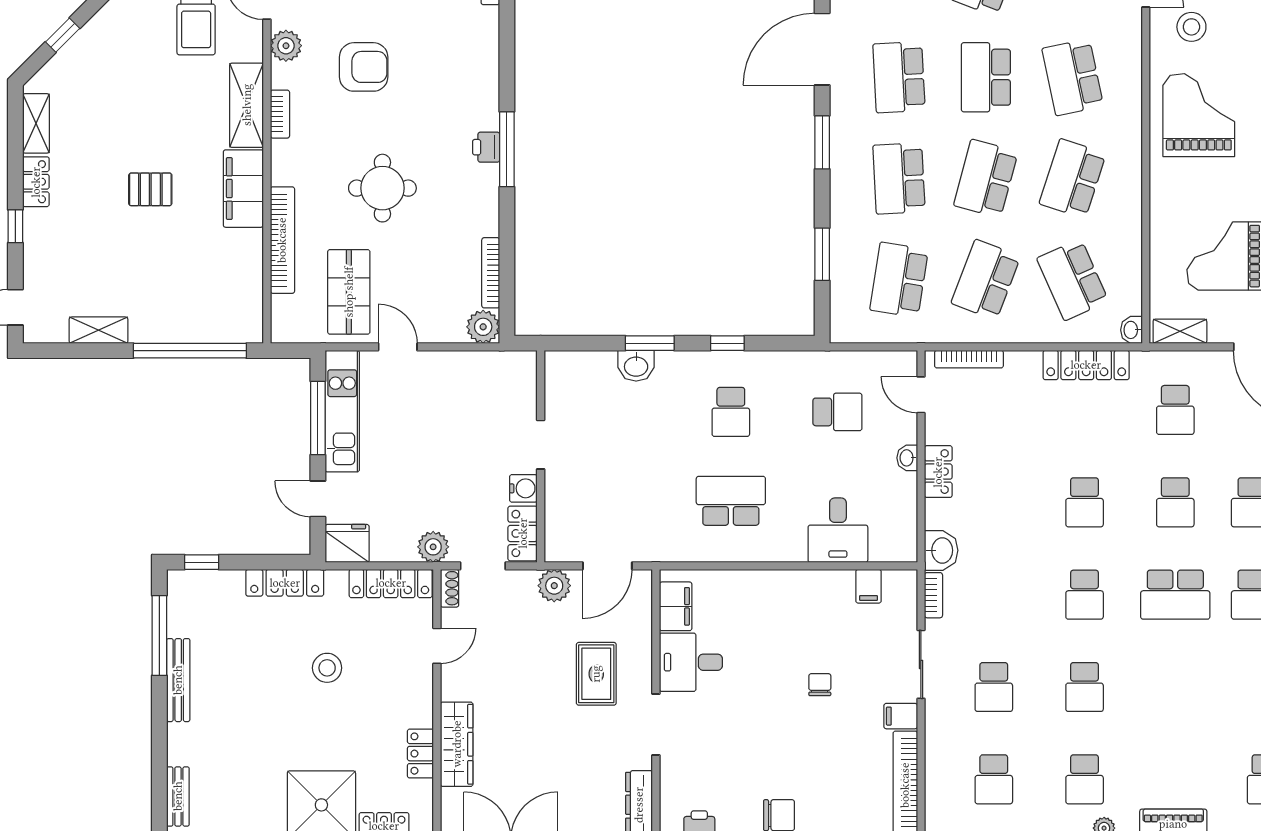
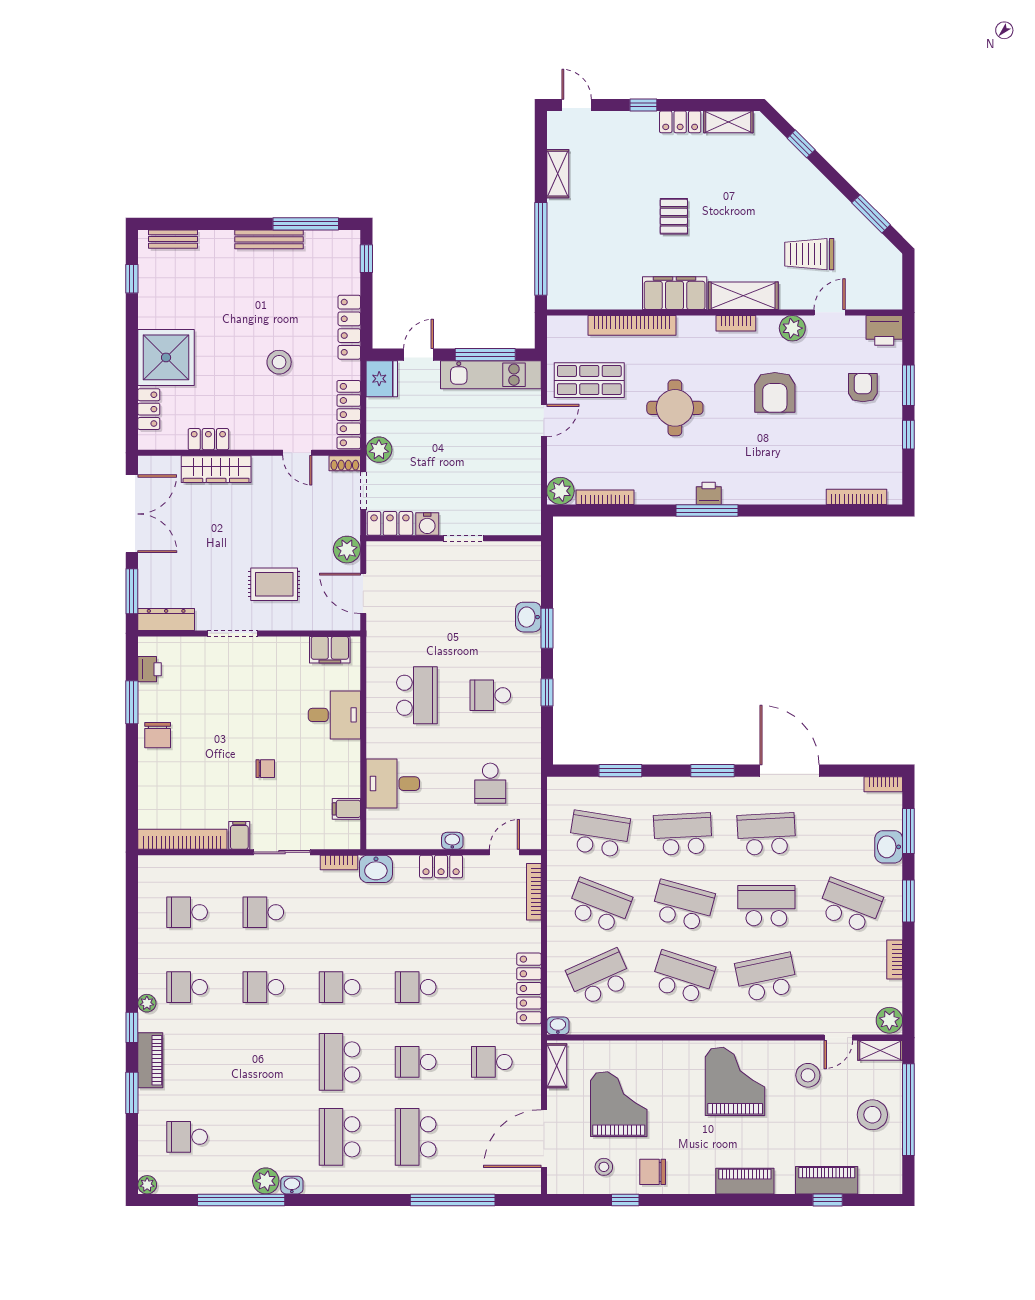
grand piano: (1199, 115) -> (735, 1081), turned -90
desk: (691, 662) -> (334, 715), moved, turned 90

